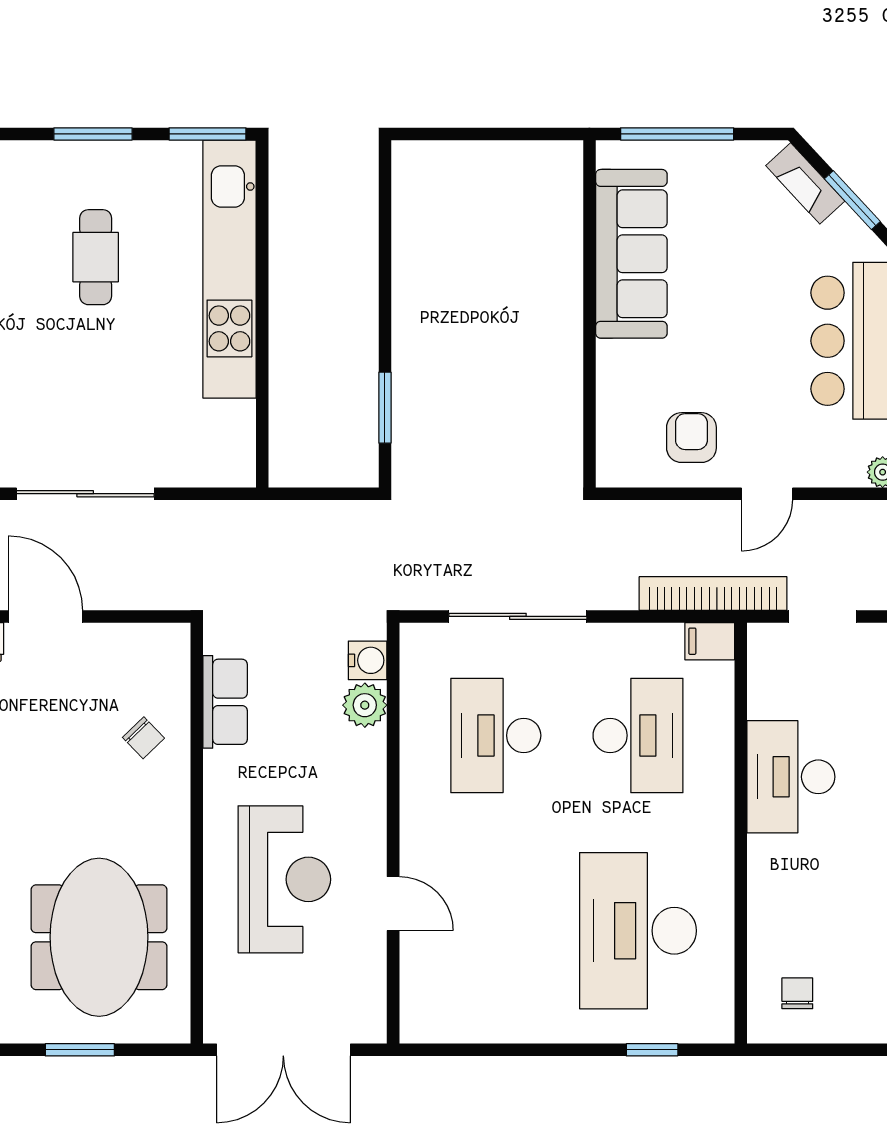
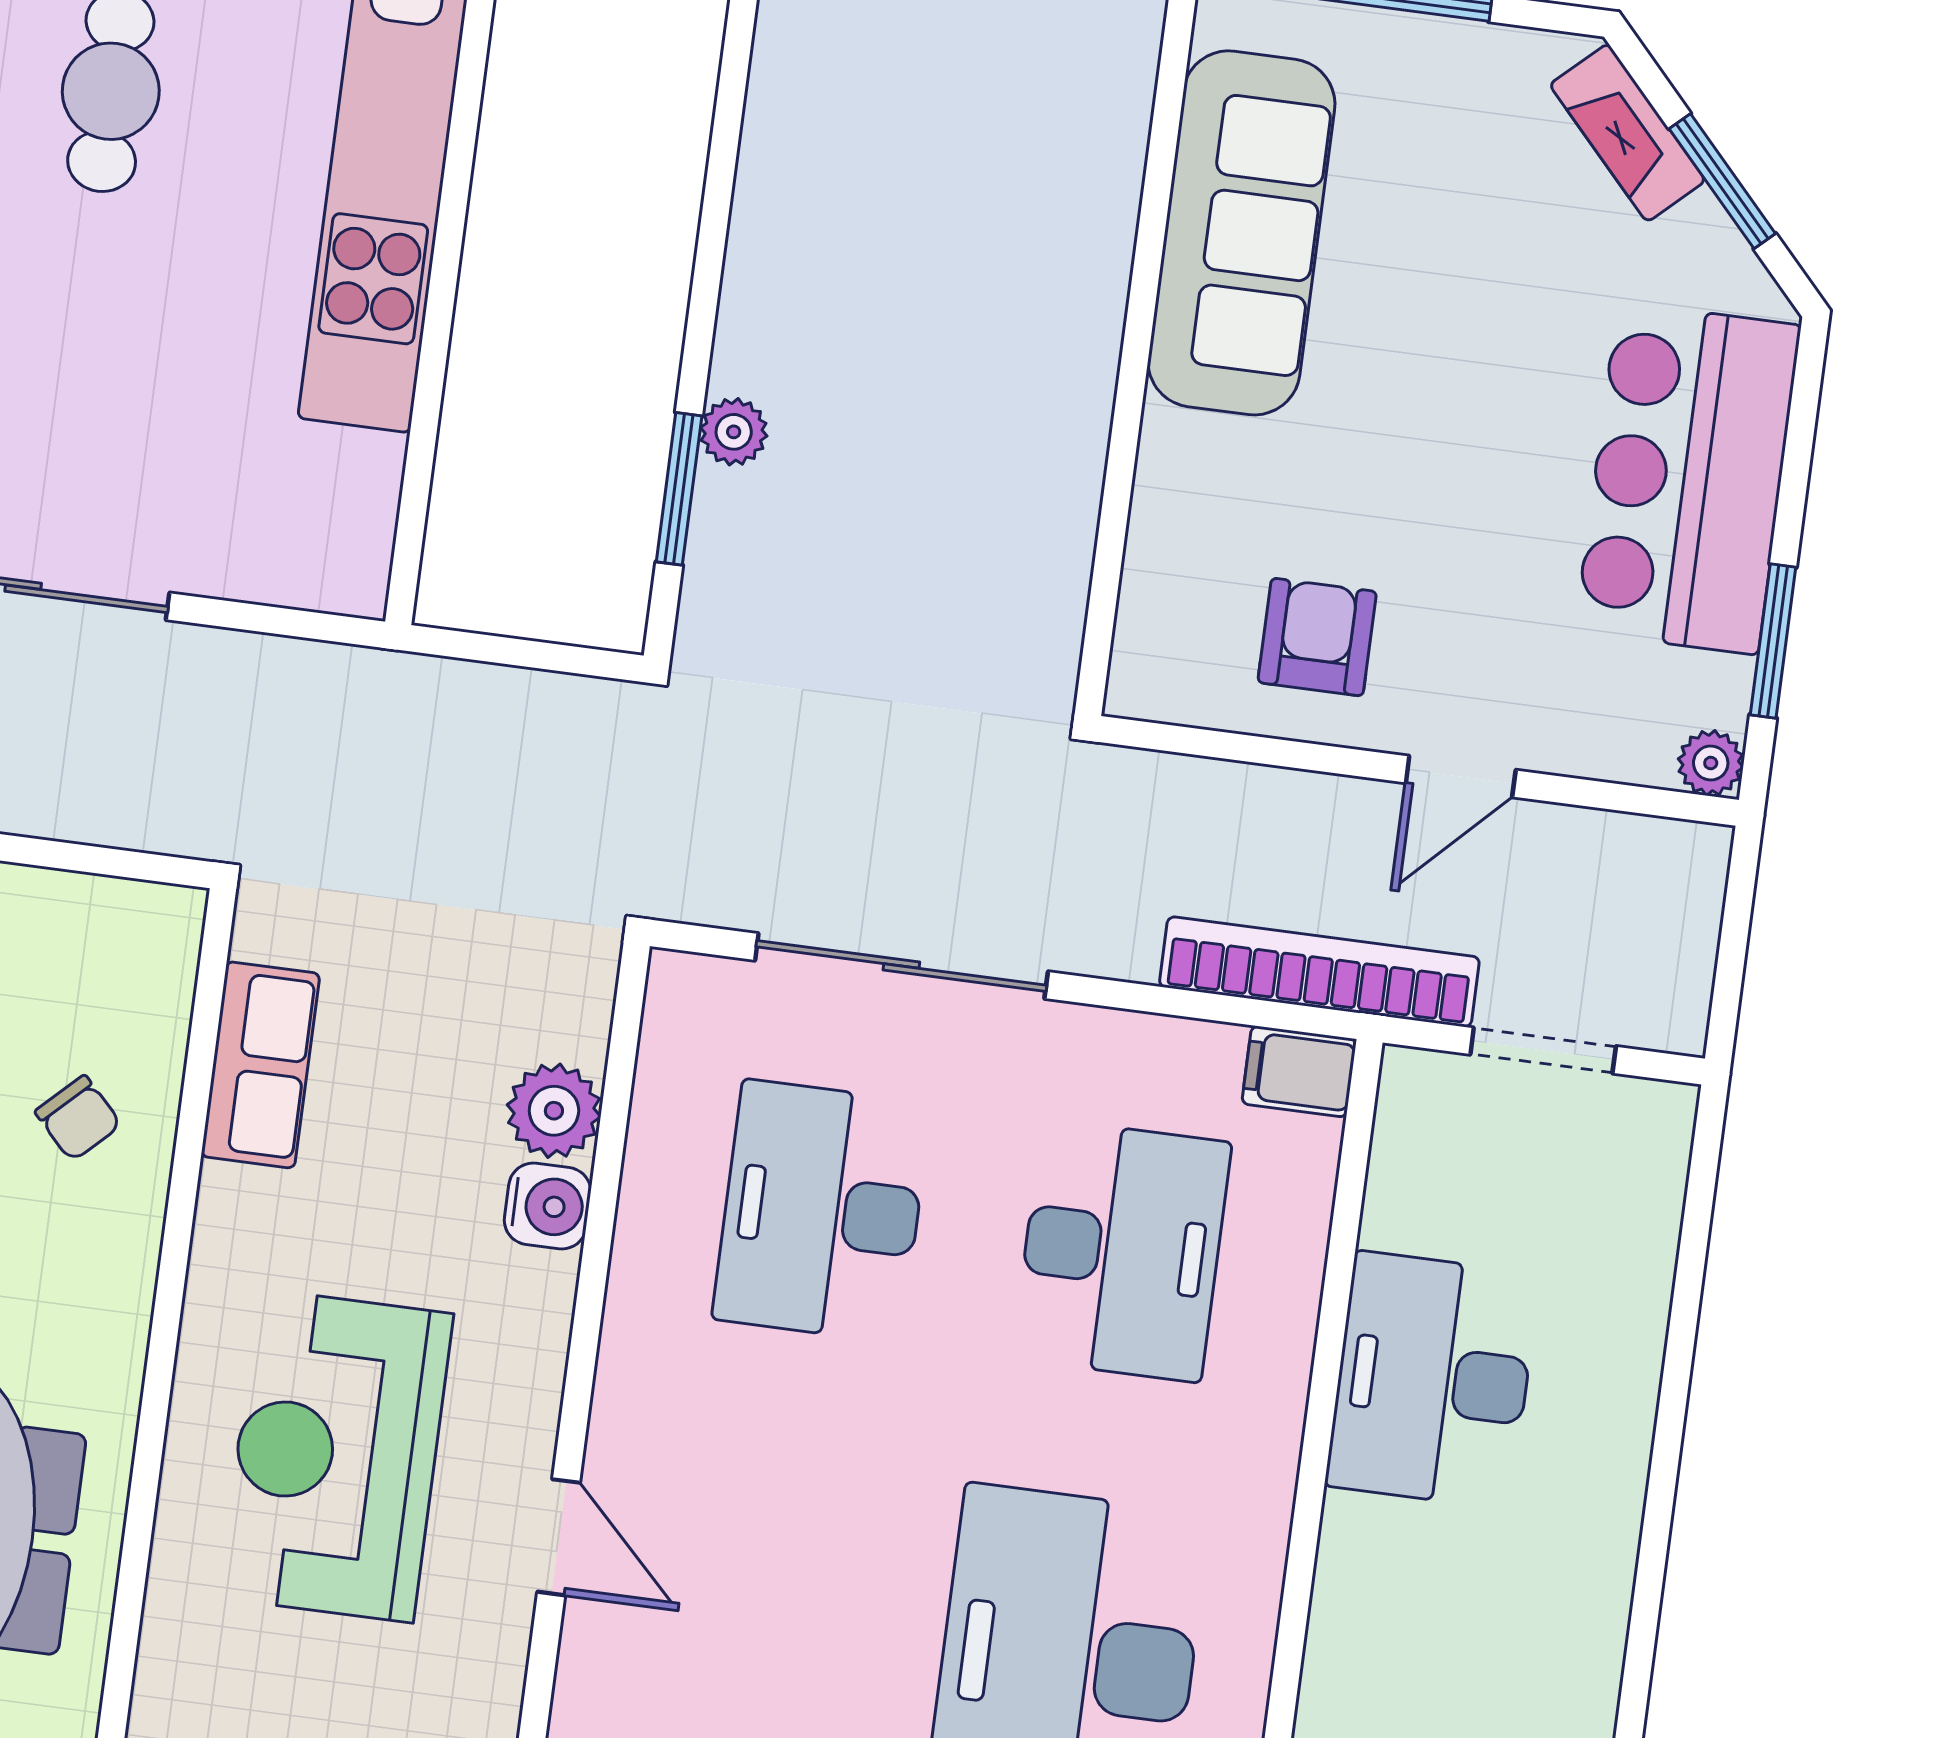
plant: (407, 378) -> (734, 432), added
water cooler: (368, 660) -> (548, 1206), moved
reception desk: (284, 879) -> (336, 1456), turned 180

